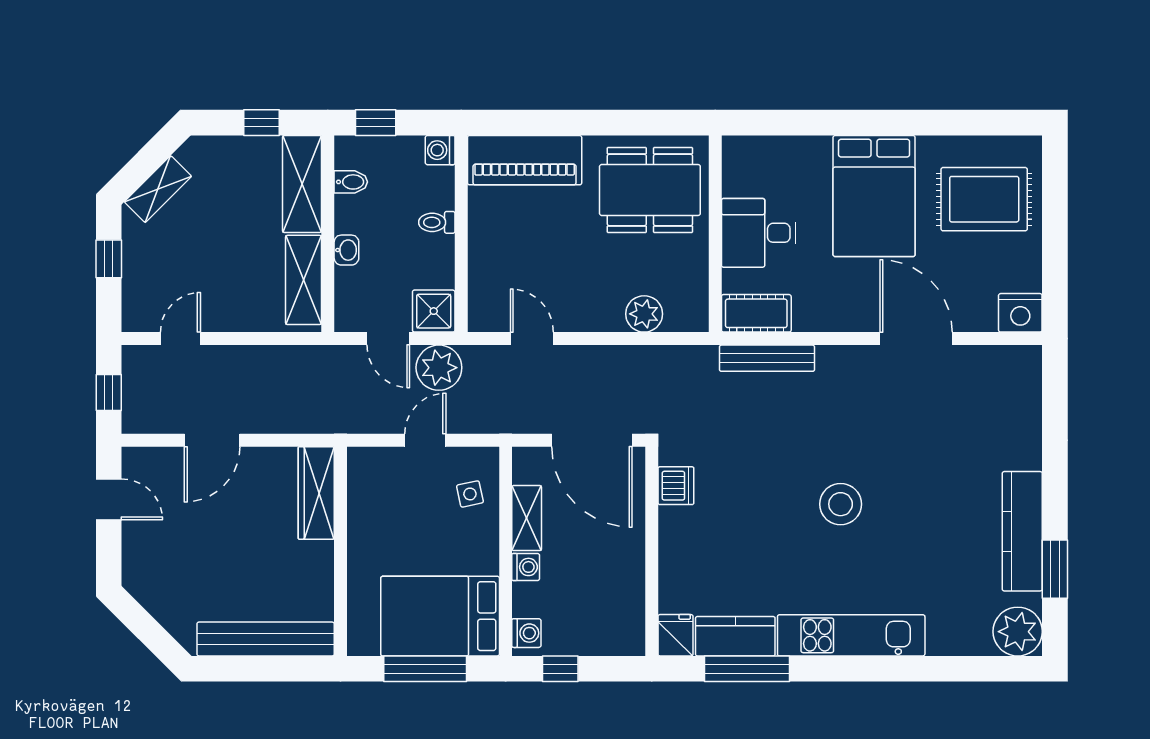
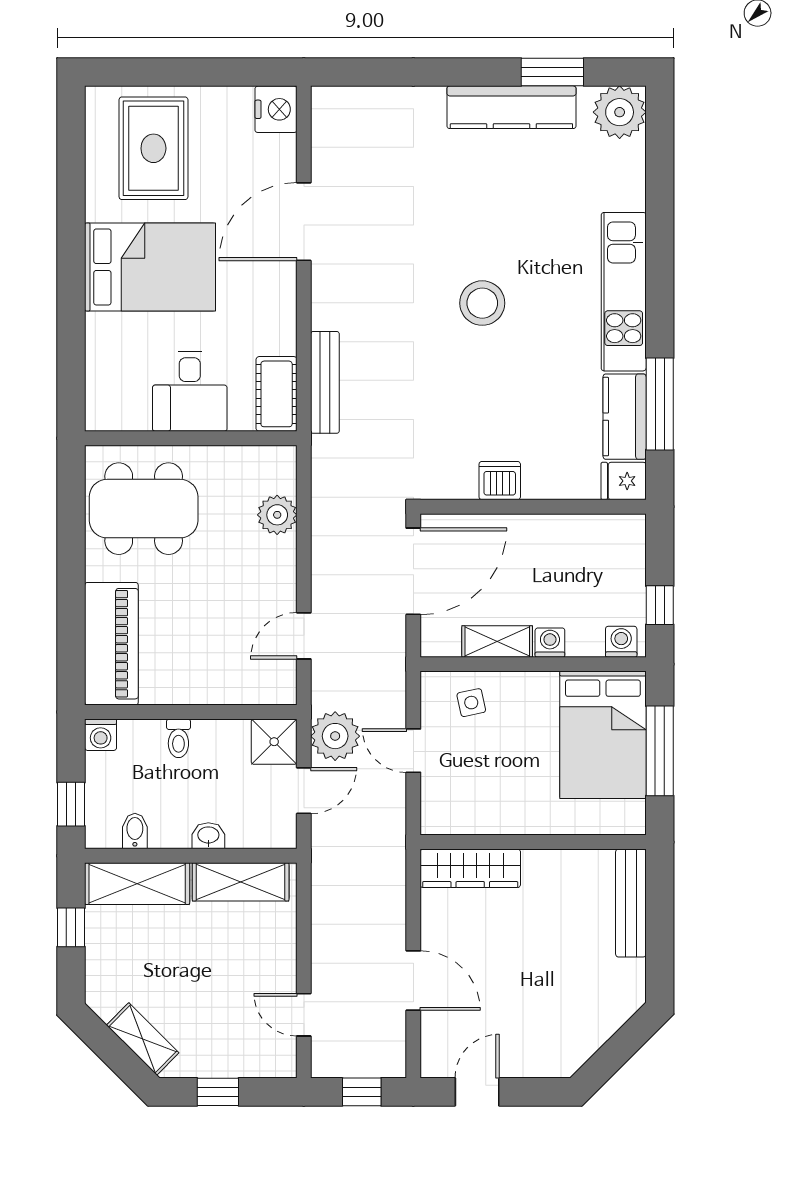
dining table: (650, 190) -> (144, 509), turned 90
dishwasher: (676, 486) -> (500, 481), moved
bench: (266, 639) -> (631, 903), width x0.73, depth x0.82

